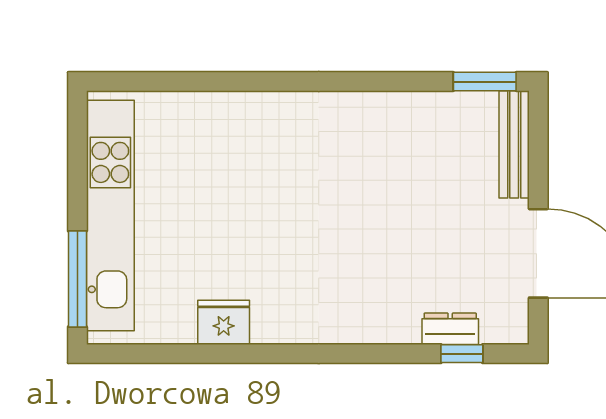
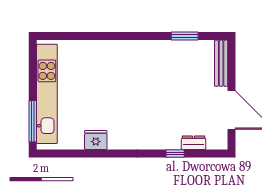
window: (485, 82) -> (185, 36), moved
window: (462, 354) -> (175, 153), moved

